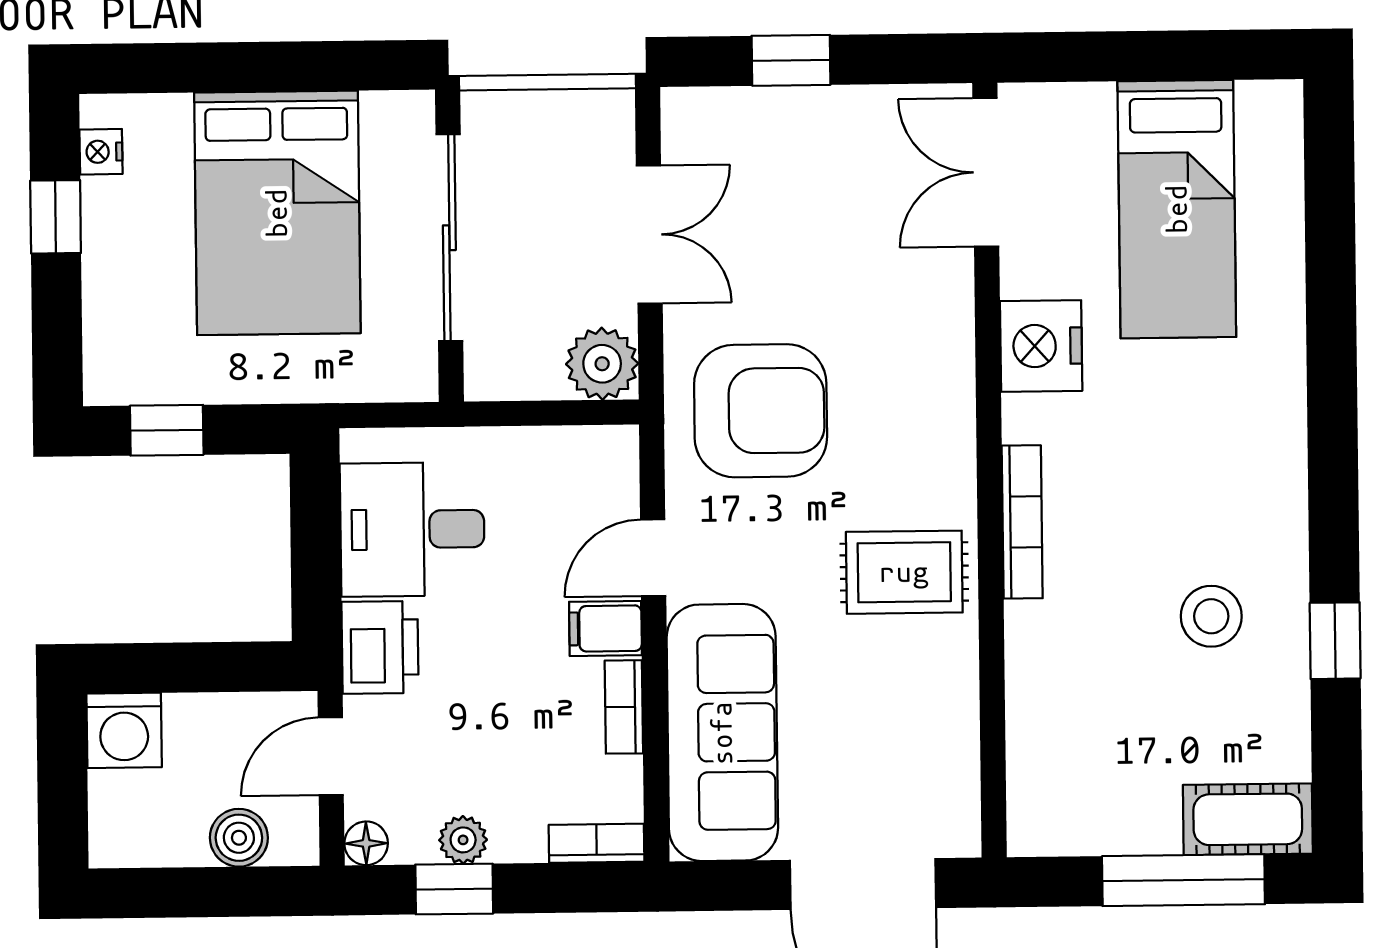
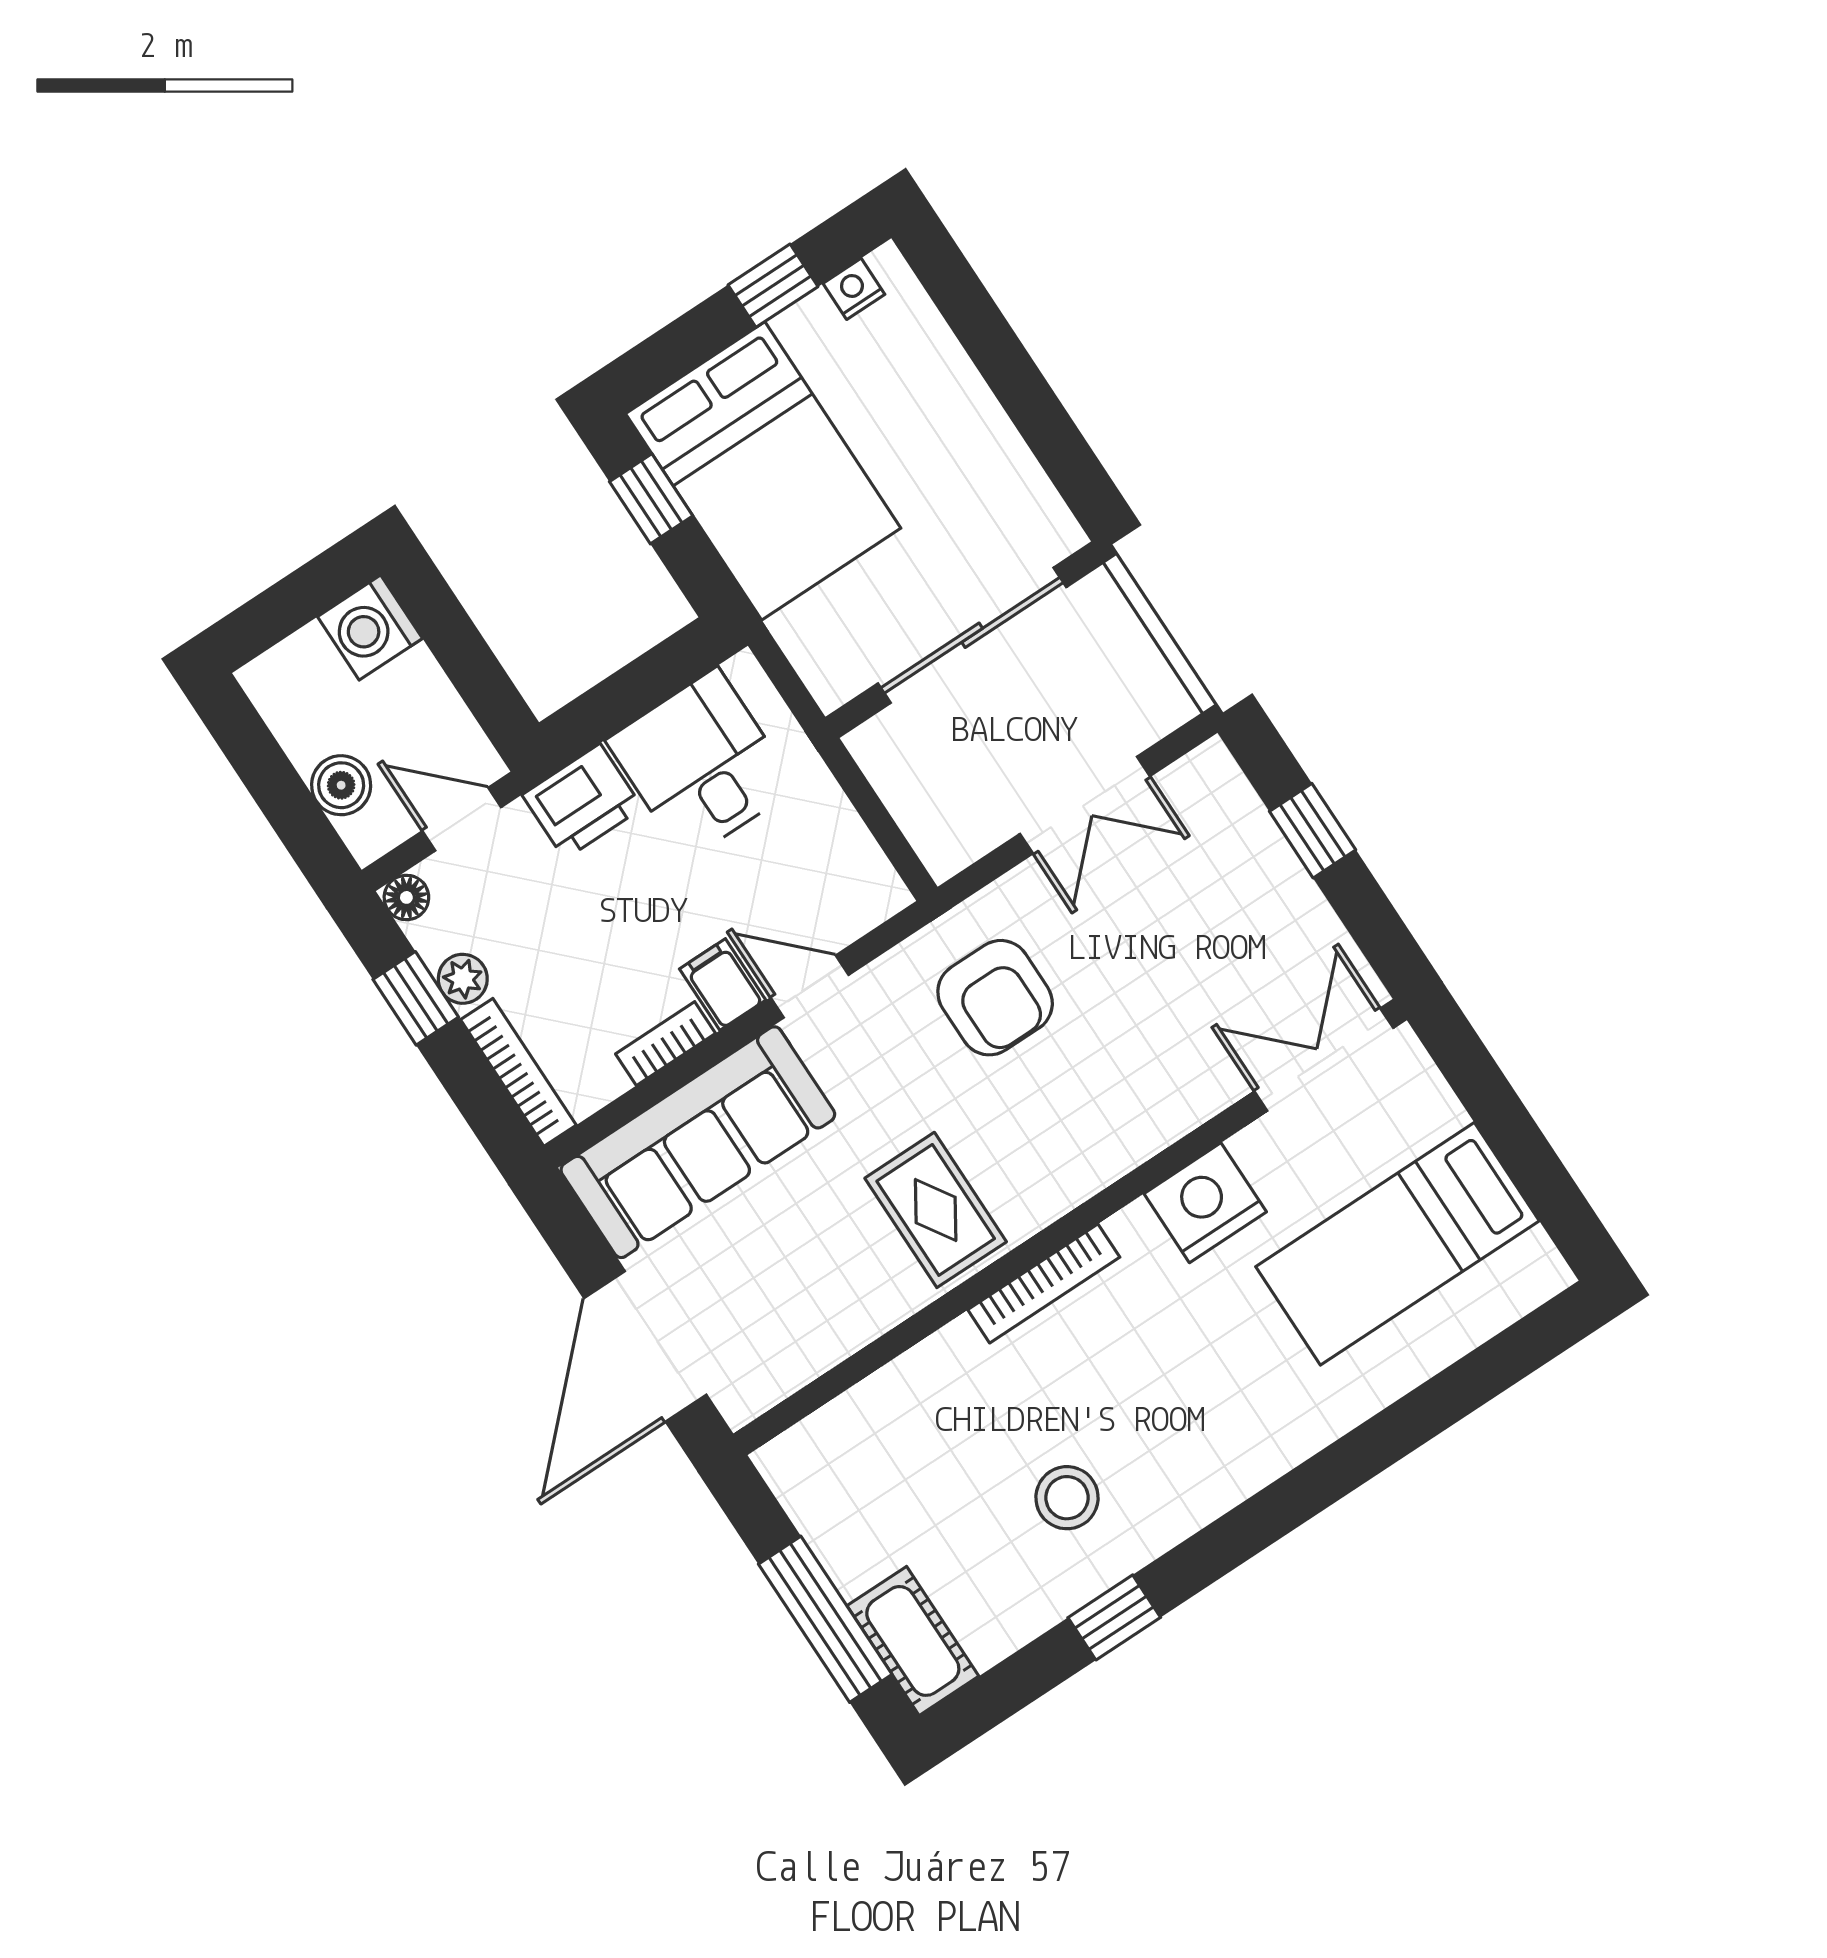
bed: (277, 213) -> (763, 471), moved, turned -90
plant: (602, 364) -> (948, 836), removed
armchair: (761, 411) -> (995, 998), width x0.73, depth x0.73
bookcase: (597, 843) -> (518, 1072), width x1.56

